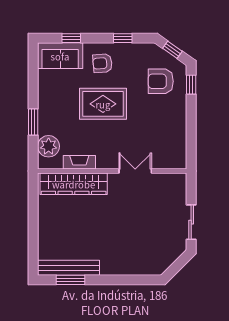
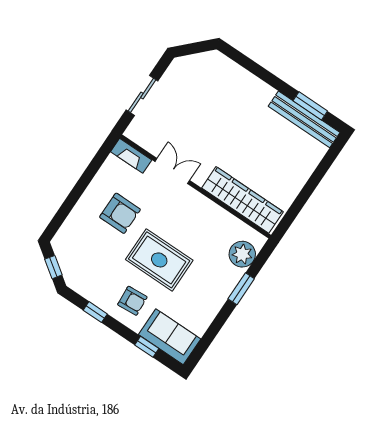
armchair: (161, 81) -> (120, 213), moved
window: (191, 85) -> (58, 220), removed
fireplace: (79, 162) -> (131, 156), moved
double door: (135, 171) -> (172, 171), swing flipped
sliding door: (191, 222) -> (142, 95), moved

